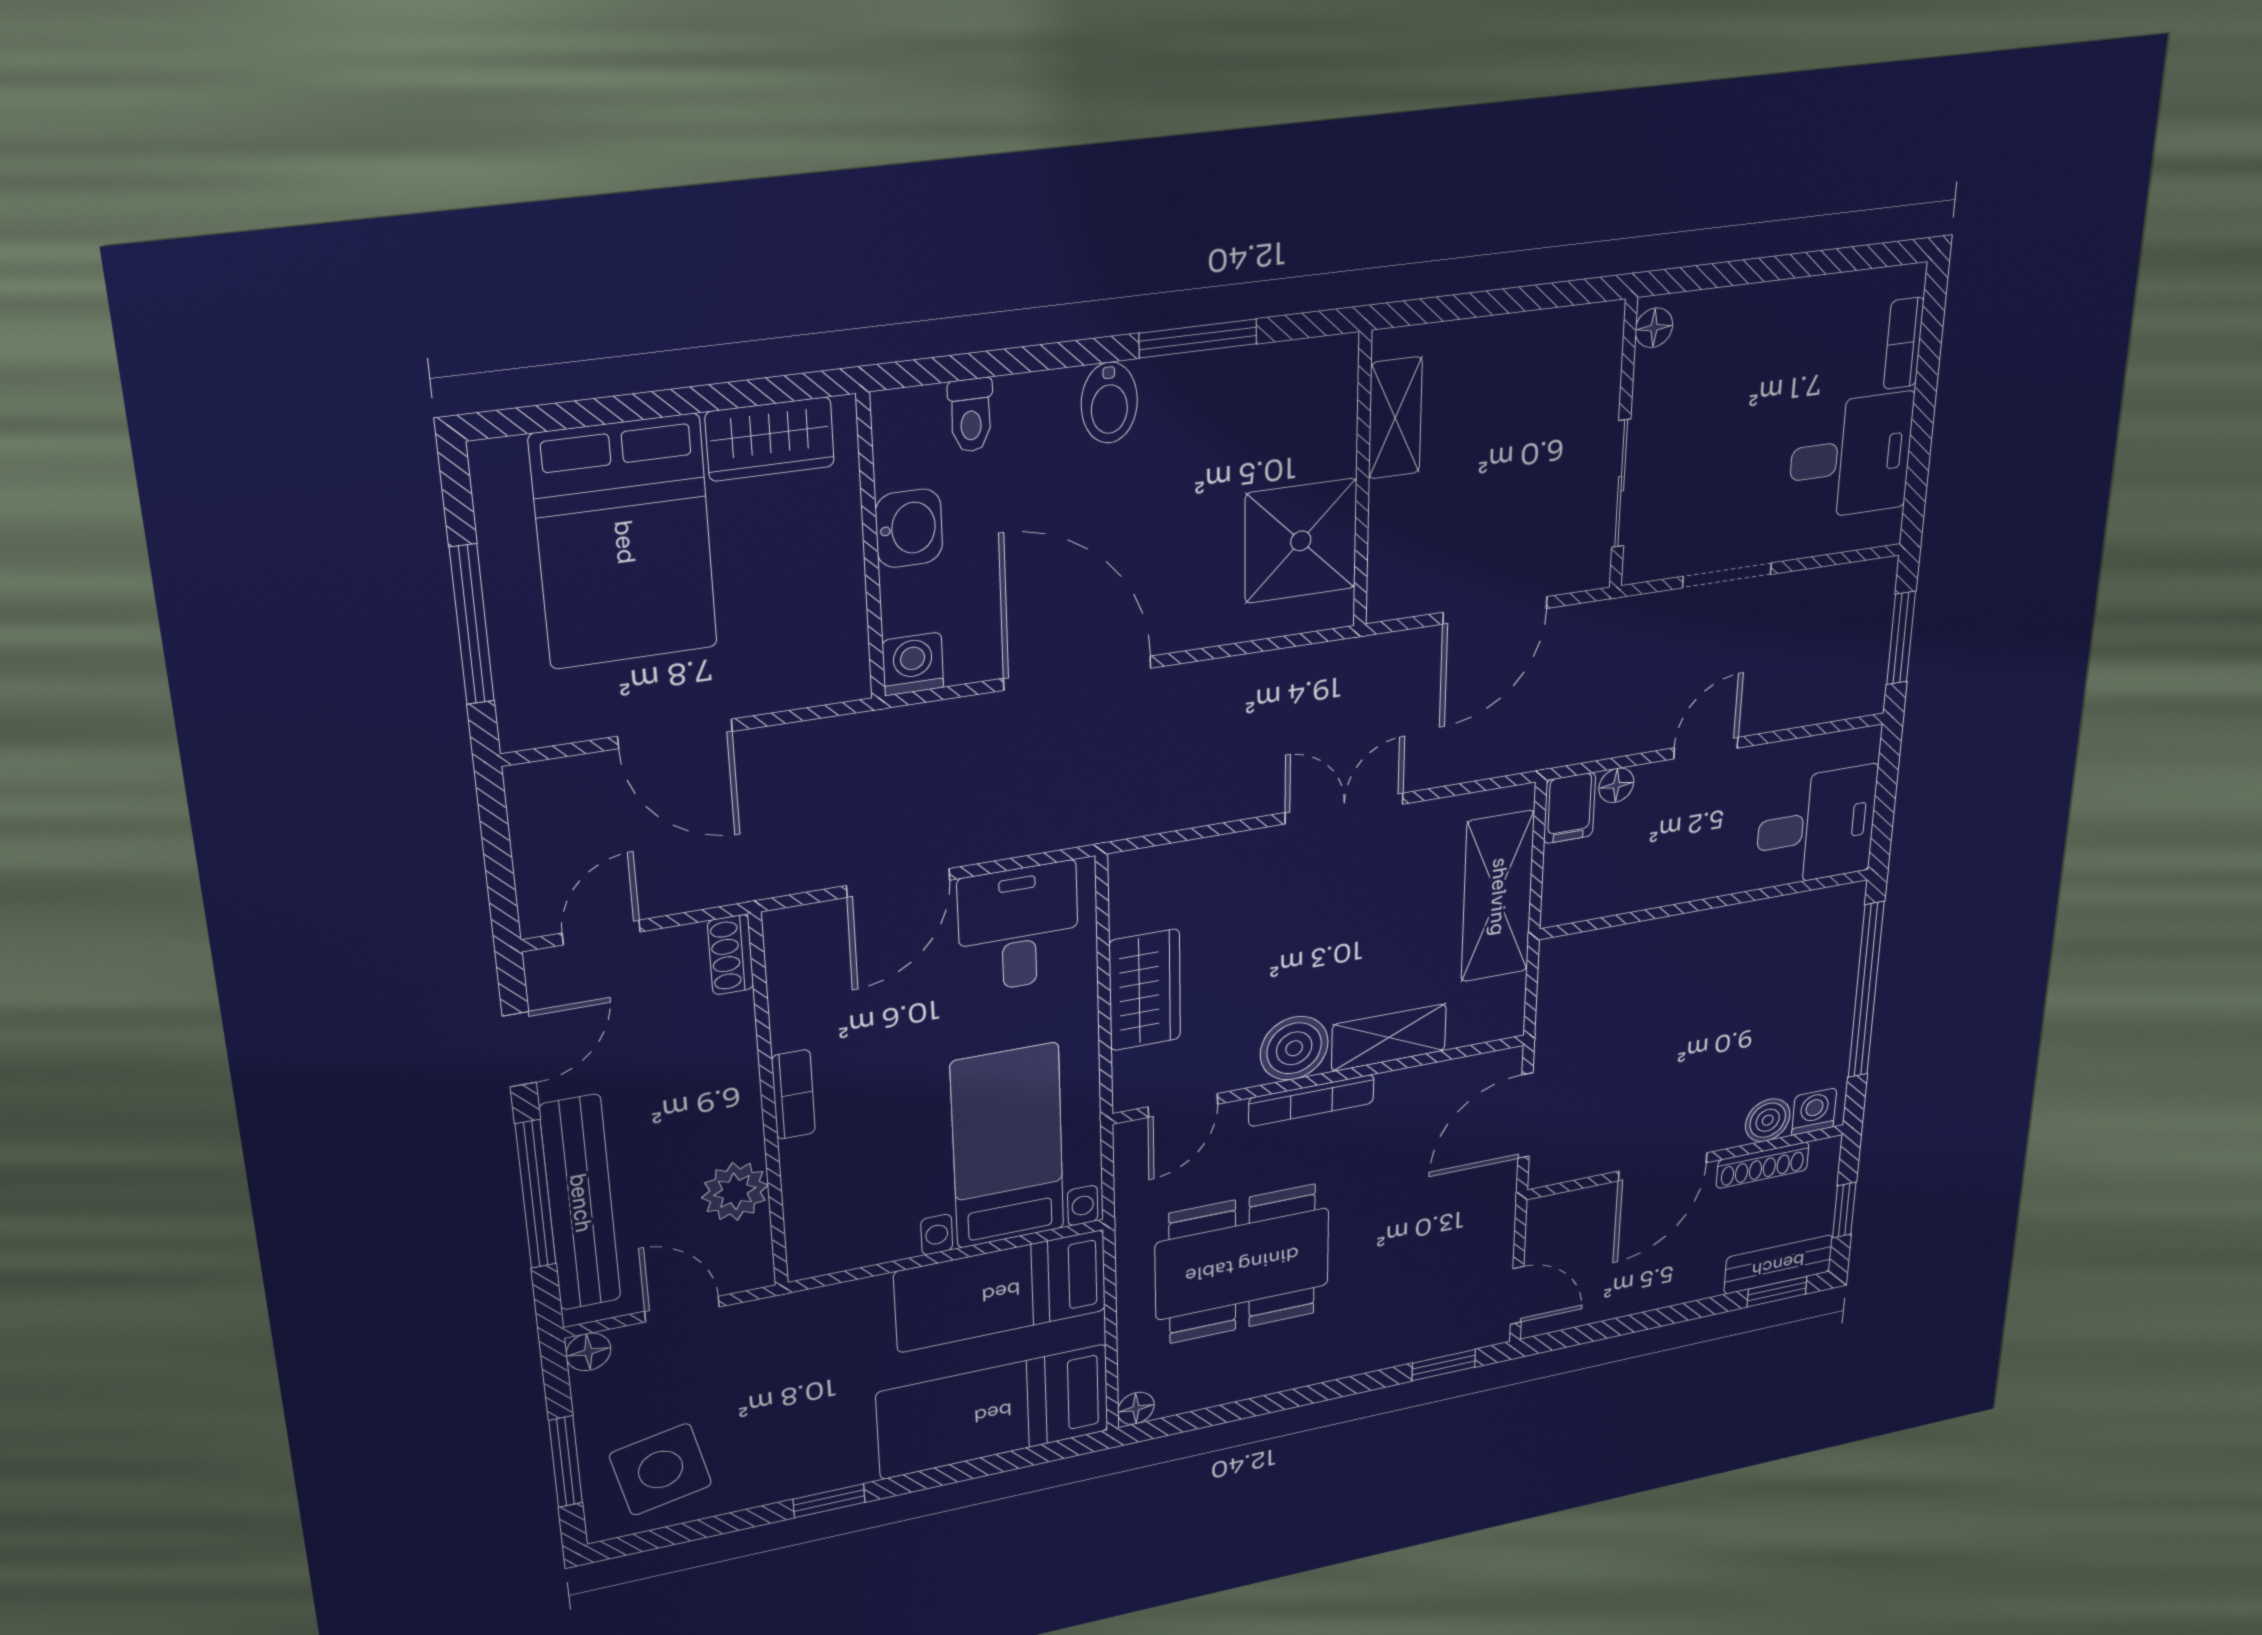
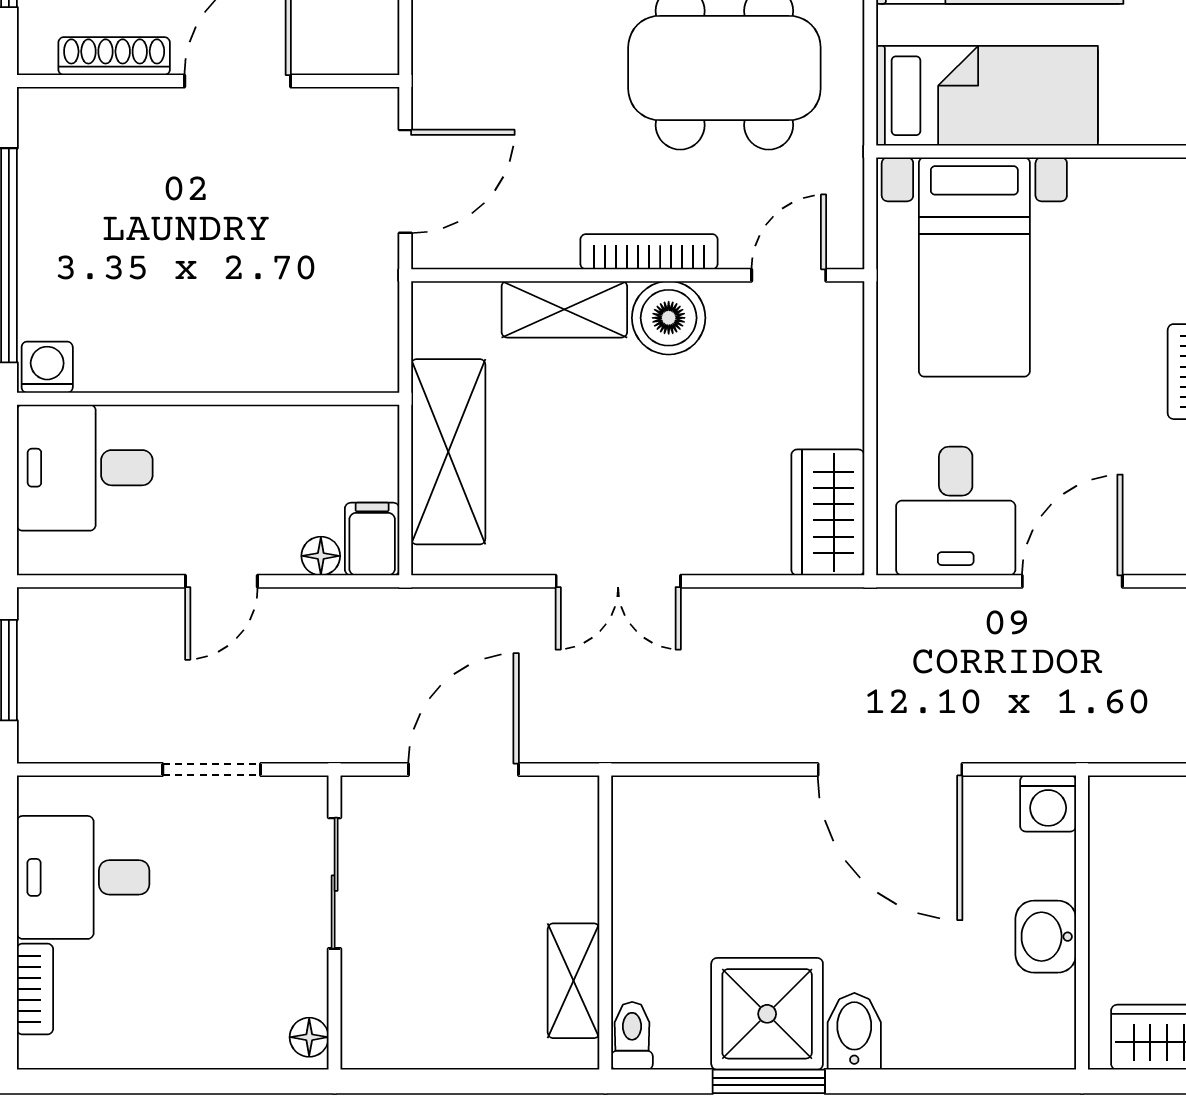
toilet: (971, 415) -> (632, 1036), moved
shower: (1301, 541) -> (767, 1014), moved
wardrobe: (1145, 990) -> (828, 512), moved
washing machine: (1814, 1112) -> (47, 367), moved, turned 180
boiler: (1768, 1120) -> (113, 114), removed

